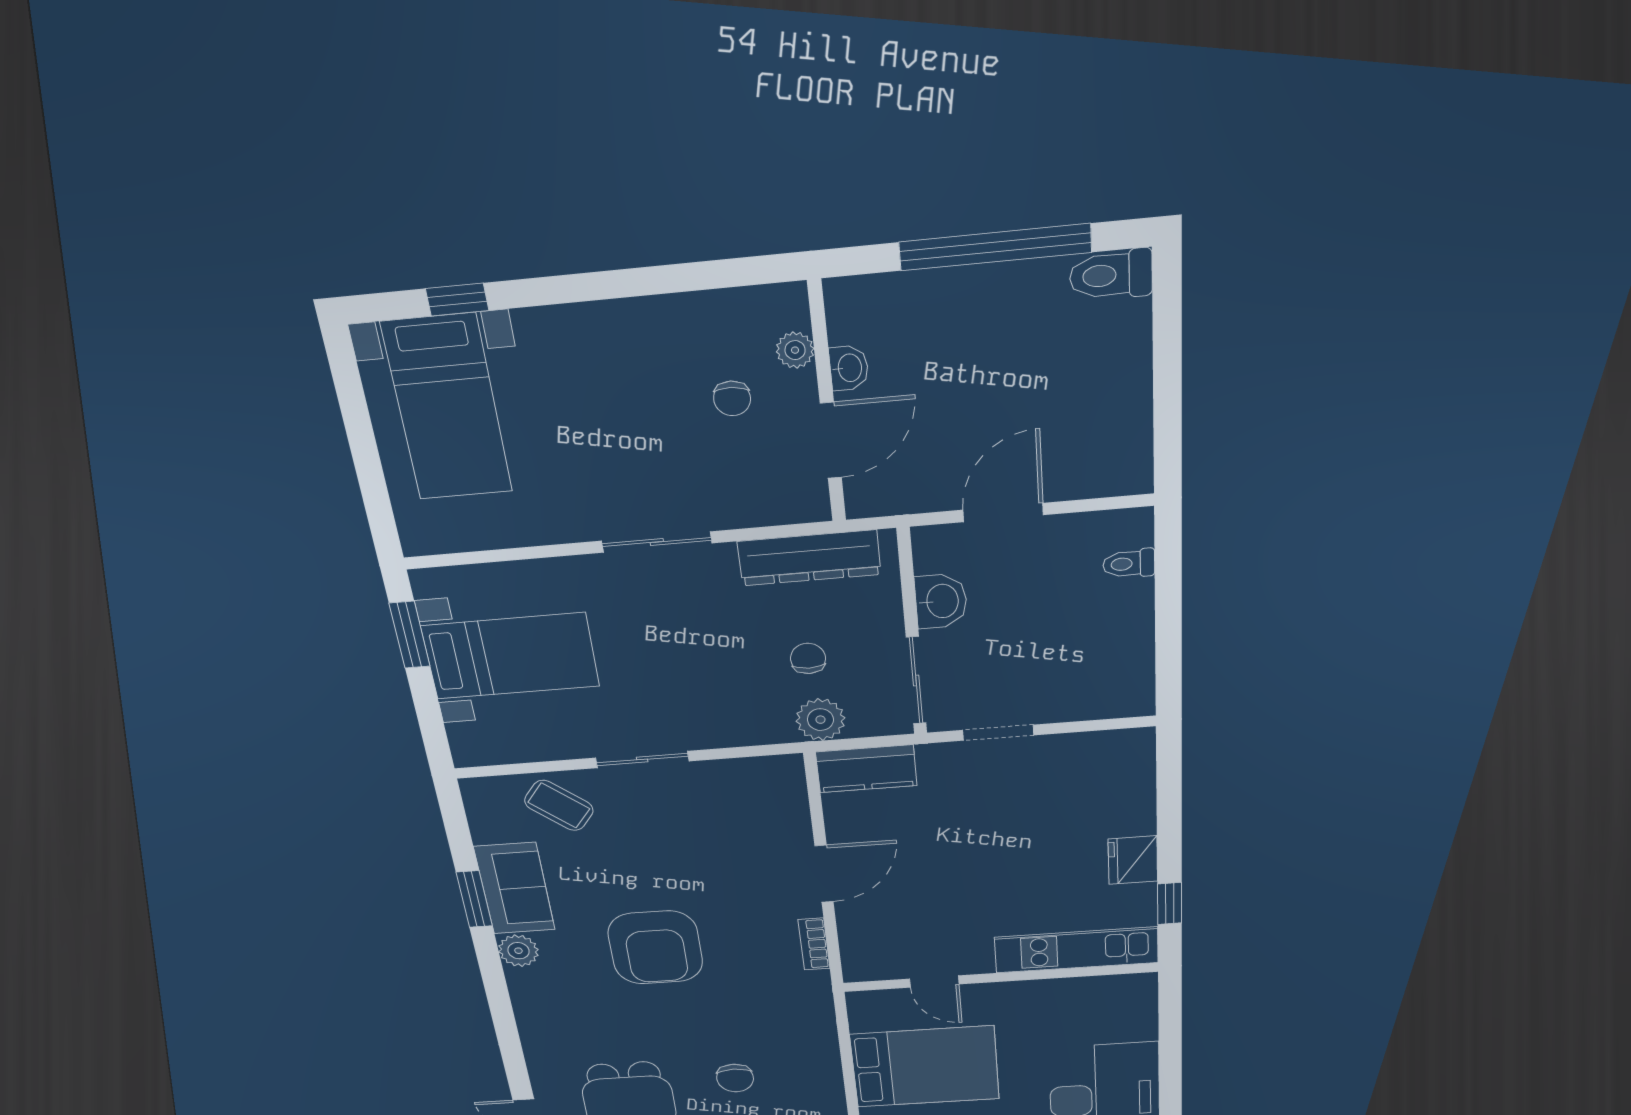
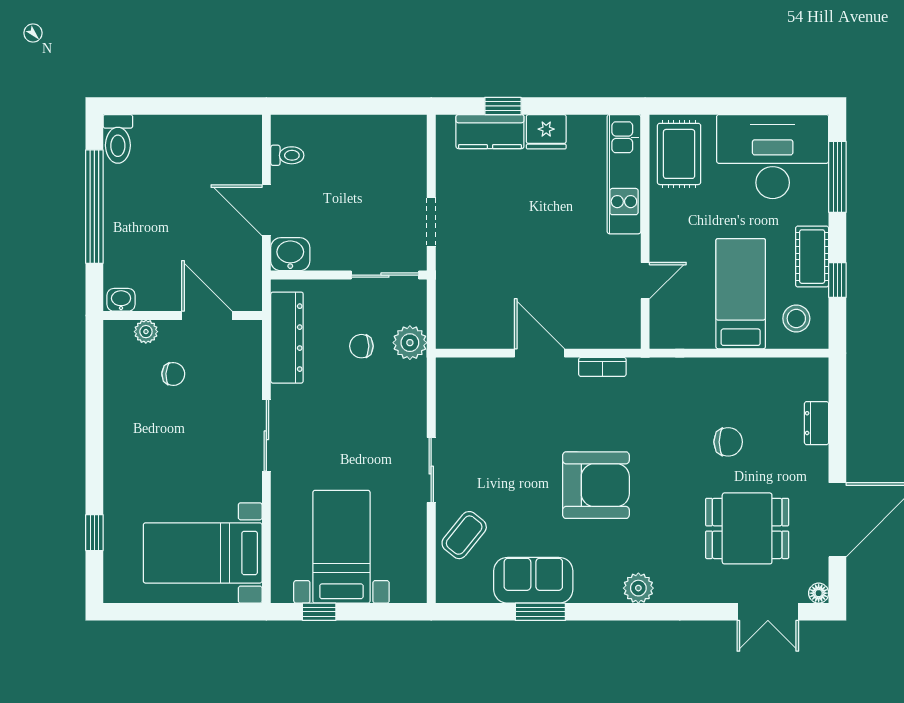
washbasin: (849, 368) -> (121, 300), moved
bed with nightstands: (447, 408) -> (203, 553), moved, turned 180
toilet: (1129, 564) -> (287, 155), moved, turned -90
washbasin: (941, 601) -> (290, 254), moved
window: (410, 635) -> (319, 612), width x0.67
kitchen counter: (866, 769) -> (490, 132), moved, turned 90
window: (1170, 903) -> (503, 106), moved
plant: (518, 951) -> (638, 588), moved
rug: (1106, 1006) -> (679, 154), added
bed: (925, 1067) -> (741, 294), width x0.67

